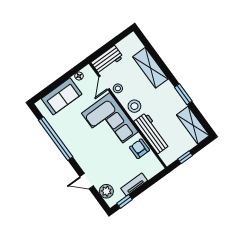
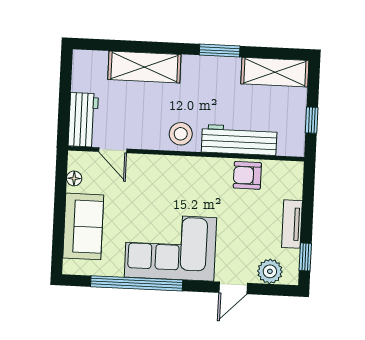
stool: (118, 88) -> (136, 137), removed
corner sofa: (110, 122) -> (170, 247), moved, turned 180

